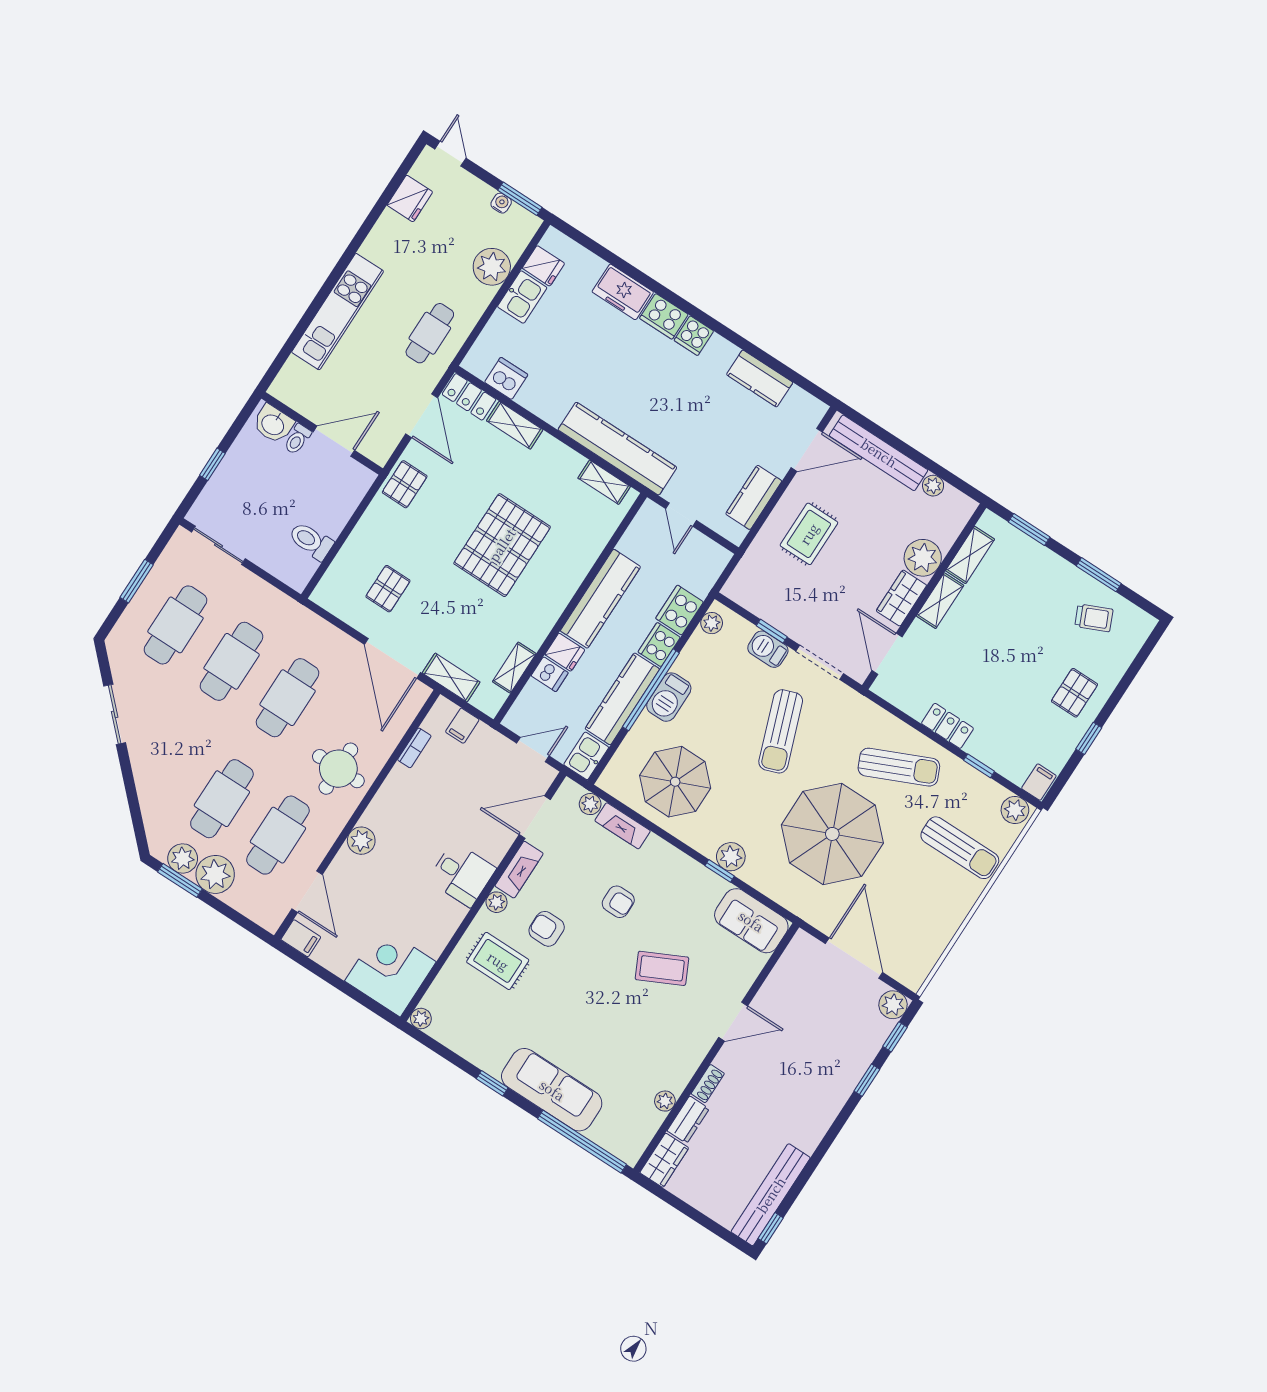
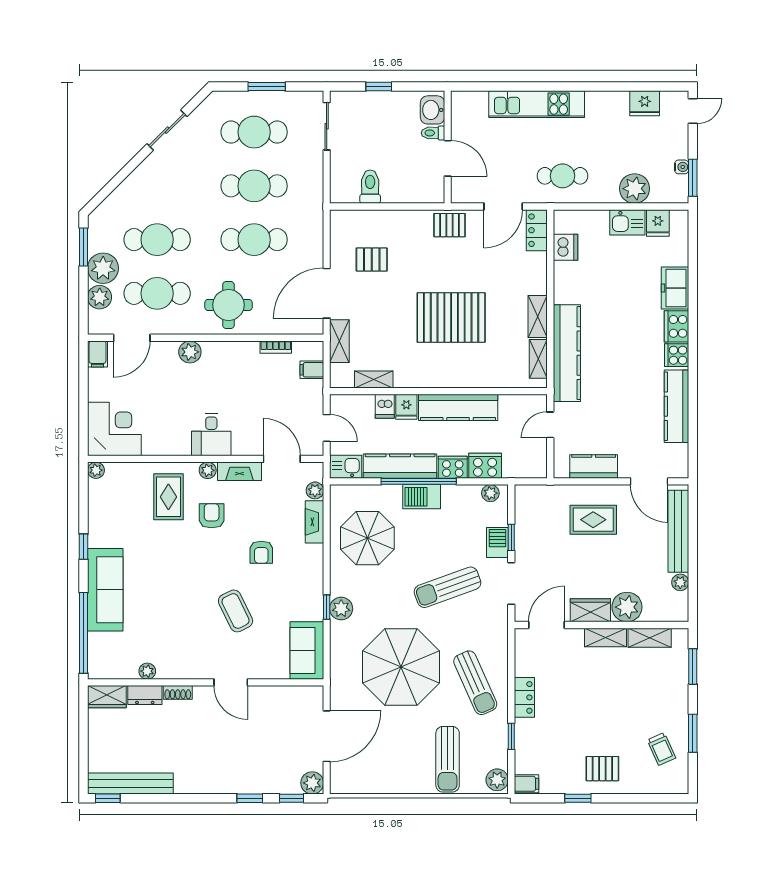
kitchen counter: (760, 378) -> (677, 406), width x1.50
shelving: (515, 425) -> (538, 317), moved
plant: (183, 858) -> (100, 297), moved

